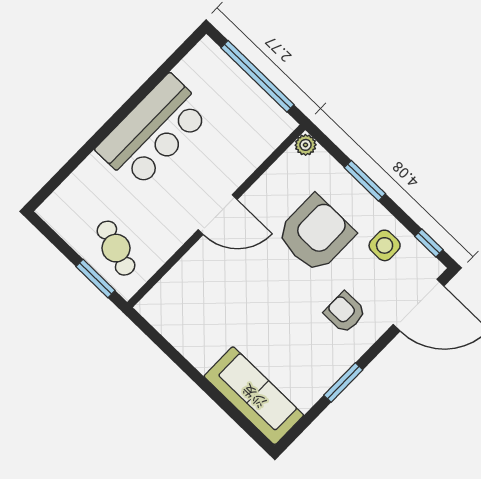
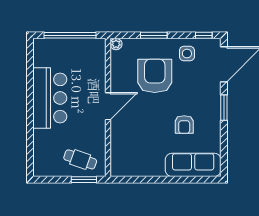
armchair: (345, 312) -> (184, 125), moved, turned -90
window: (343, 383) -> (224, 108), moved

